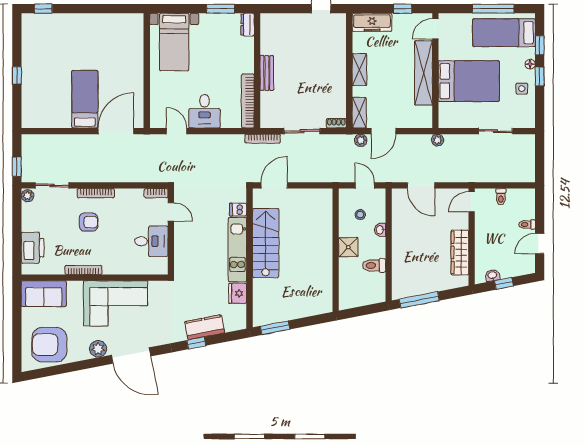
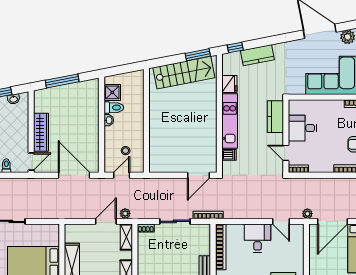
plant: (438, 140) -> (307, 214), moved
door: (365, 185) -> (122, 175), swing flipped
door: (421, 185) -> (74, 175), width x1.36
washbasin: (380, 230) -> (109, 120), moved
stairs: (266, 243) -> (184, 73), moved, turned -101
shower: (348, 247) -> (112, 92), moved
wardrobe: (460, 252) -> (41, 132), moved
kitchen counter: (183, 255) -> (275, 117), added
window: (419, 300) -> (62, 81), moved
window: (196, 343) -> (235, 48), moved

